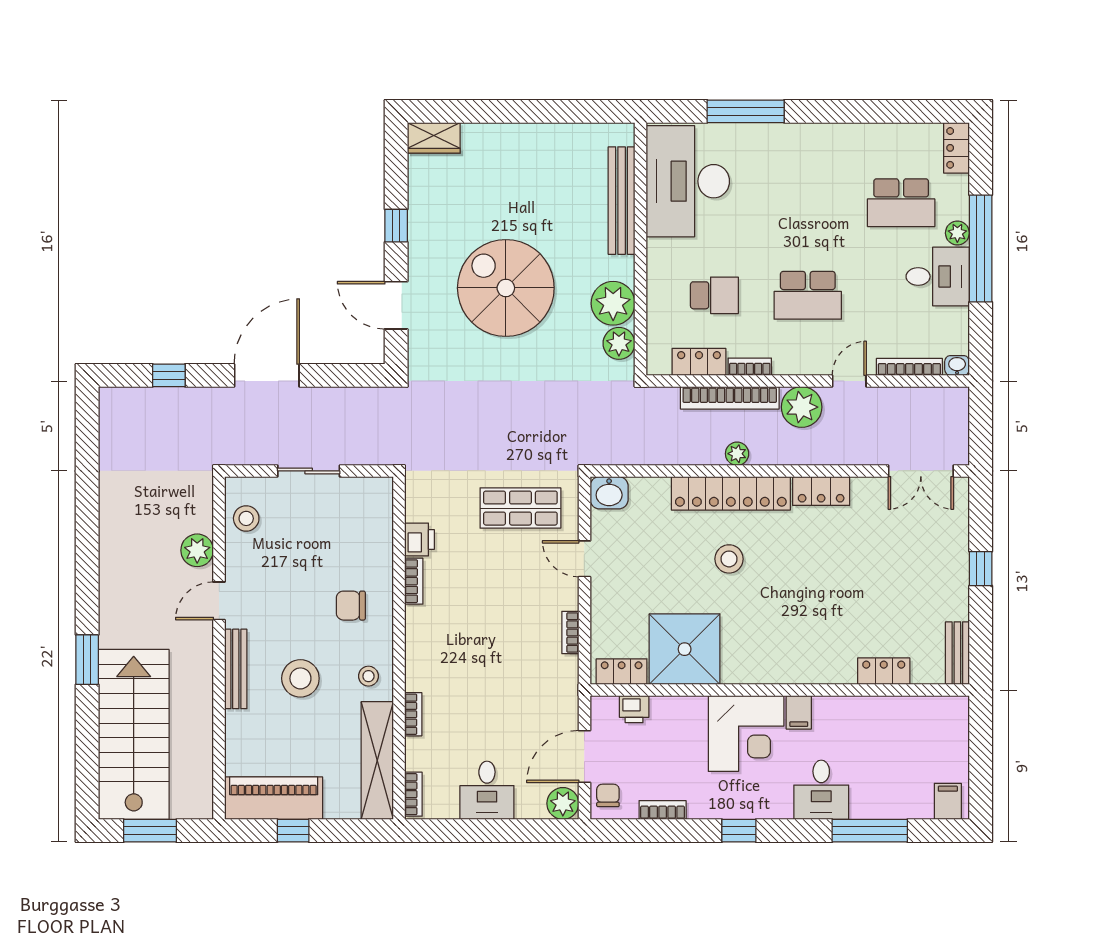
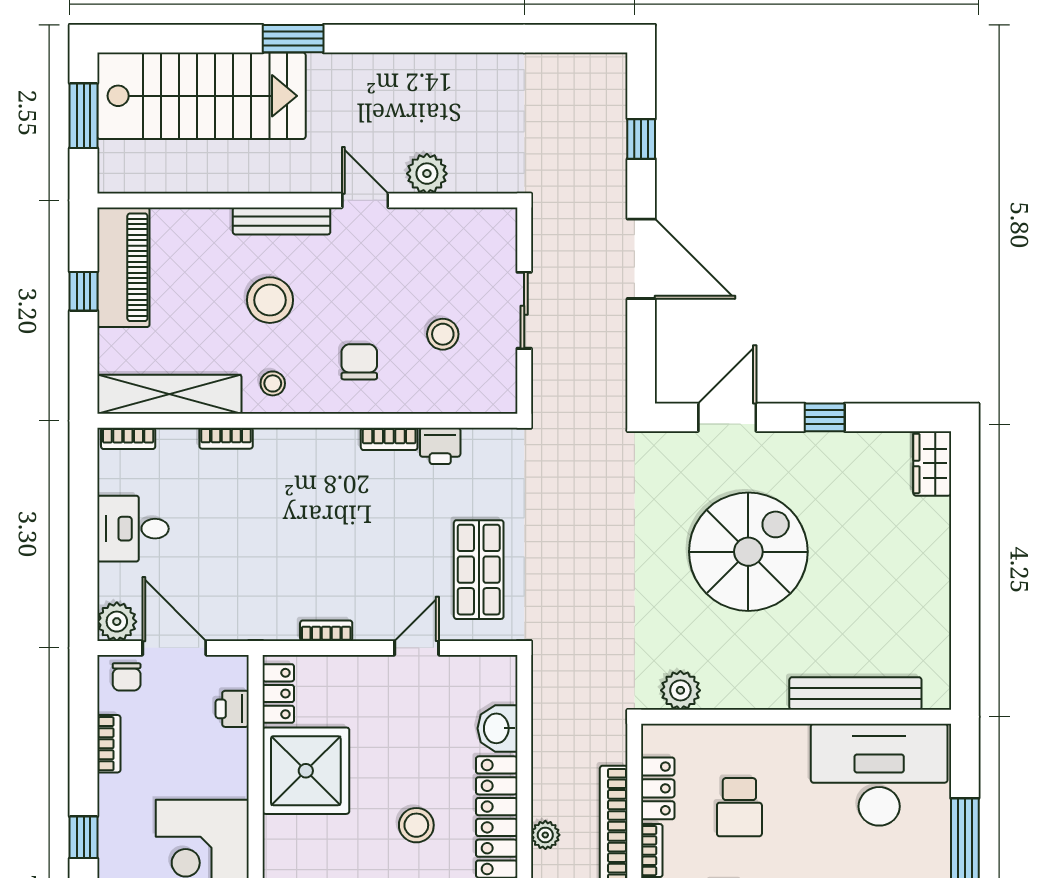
plant: (613, 303) -> (730, 683), removed
washbasin: (609, 493) -> (497, 728), moved
stool: (246, 518) -> (443, 334), moved
chair: (608, 795) -> (127, 677), turned 90

